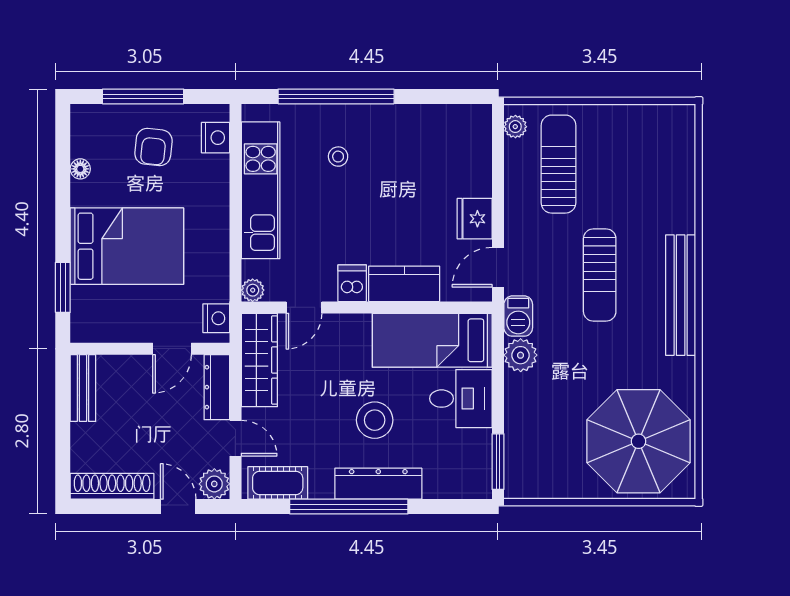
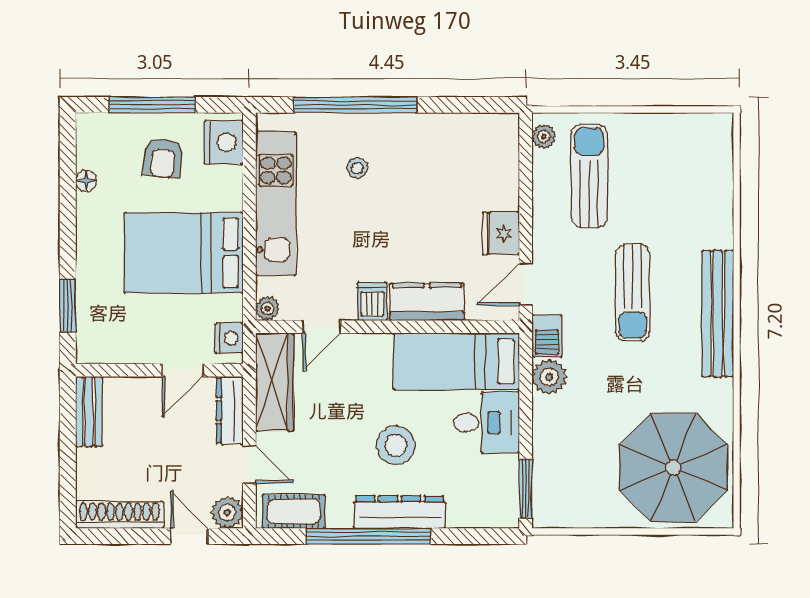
nightstand: (216, 138) -> (224, 142), width x1.36, depth x1.33
bed: (127, 246) -> (183, 253), moved, turned 180

